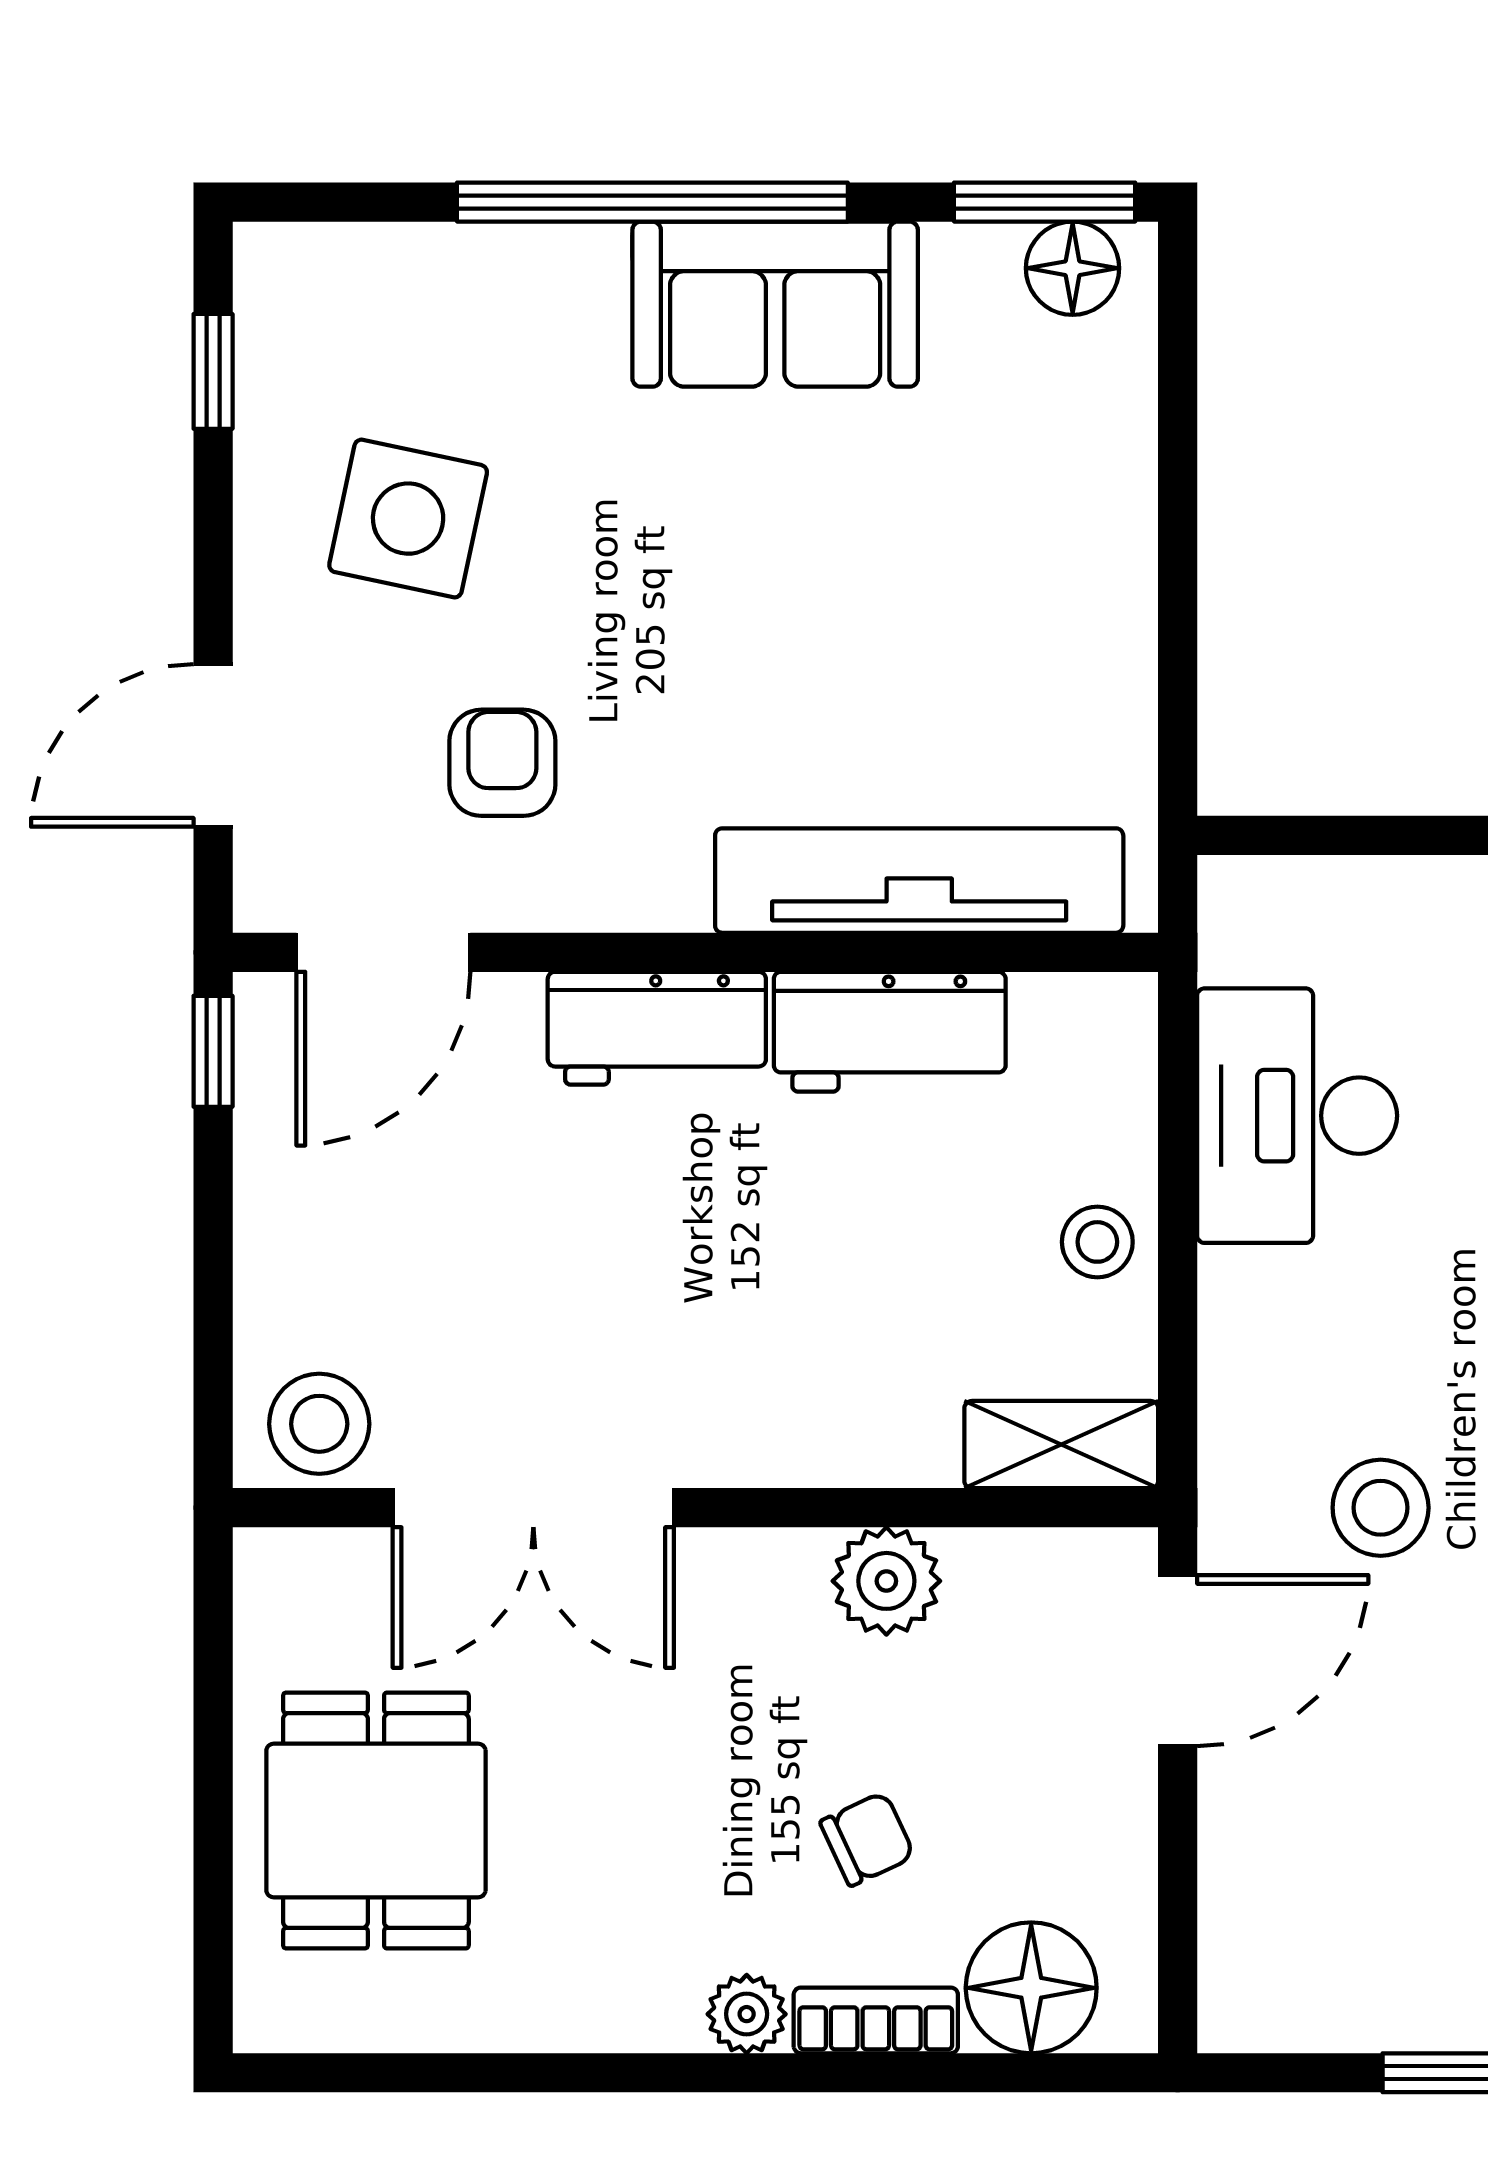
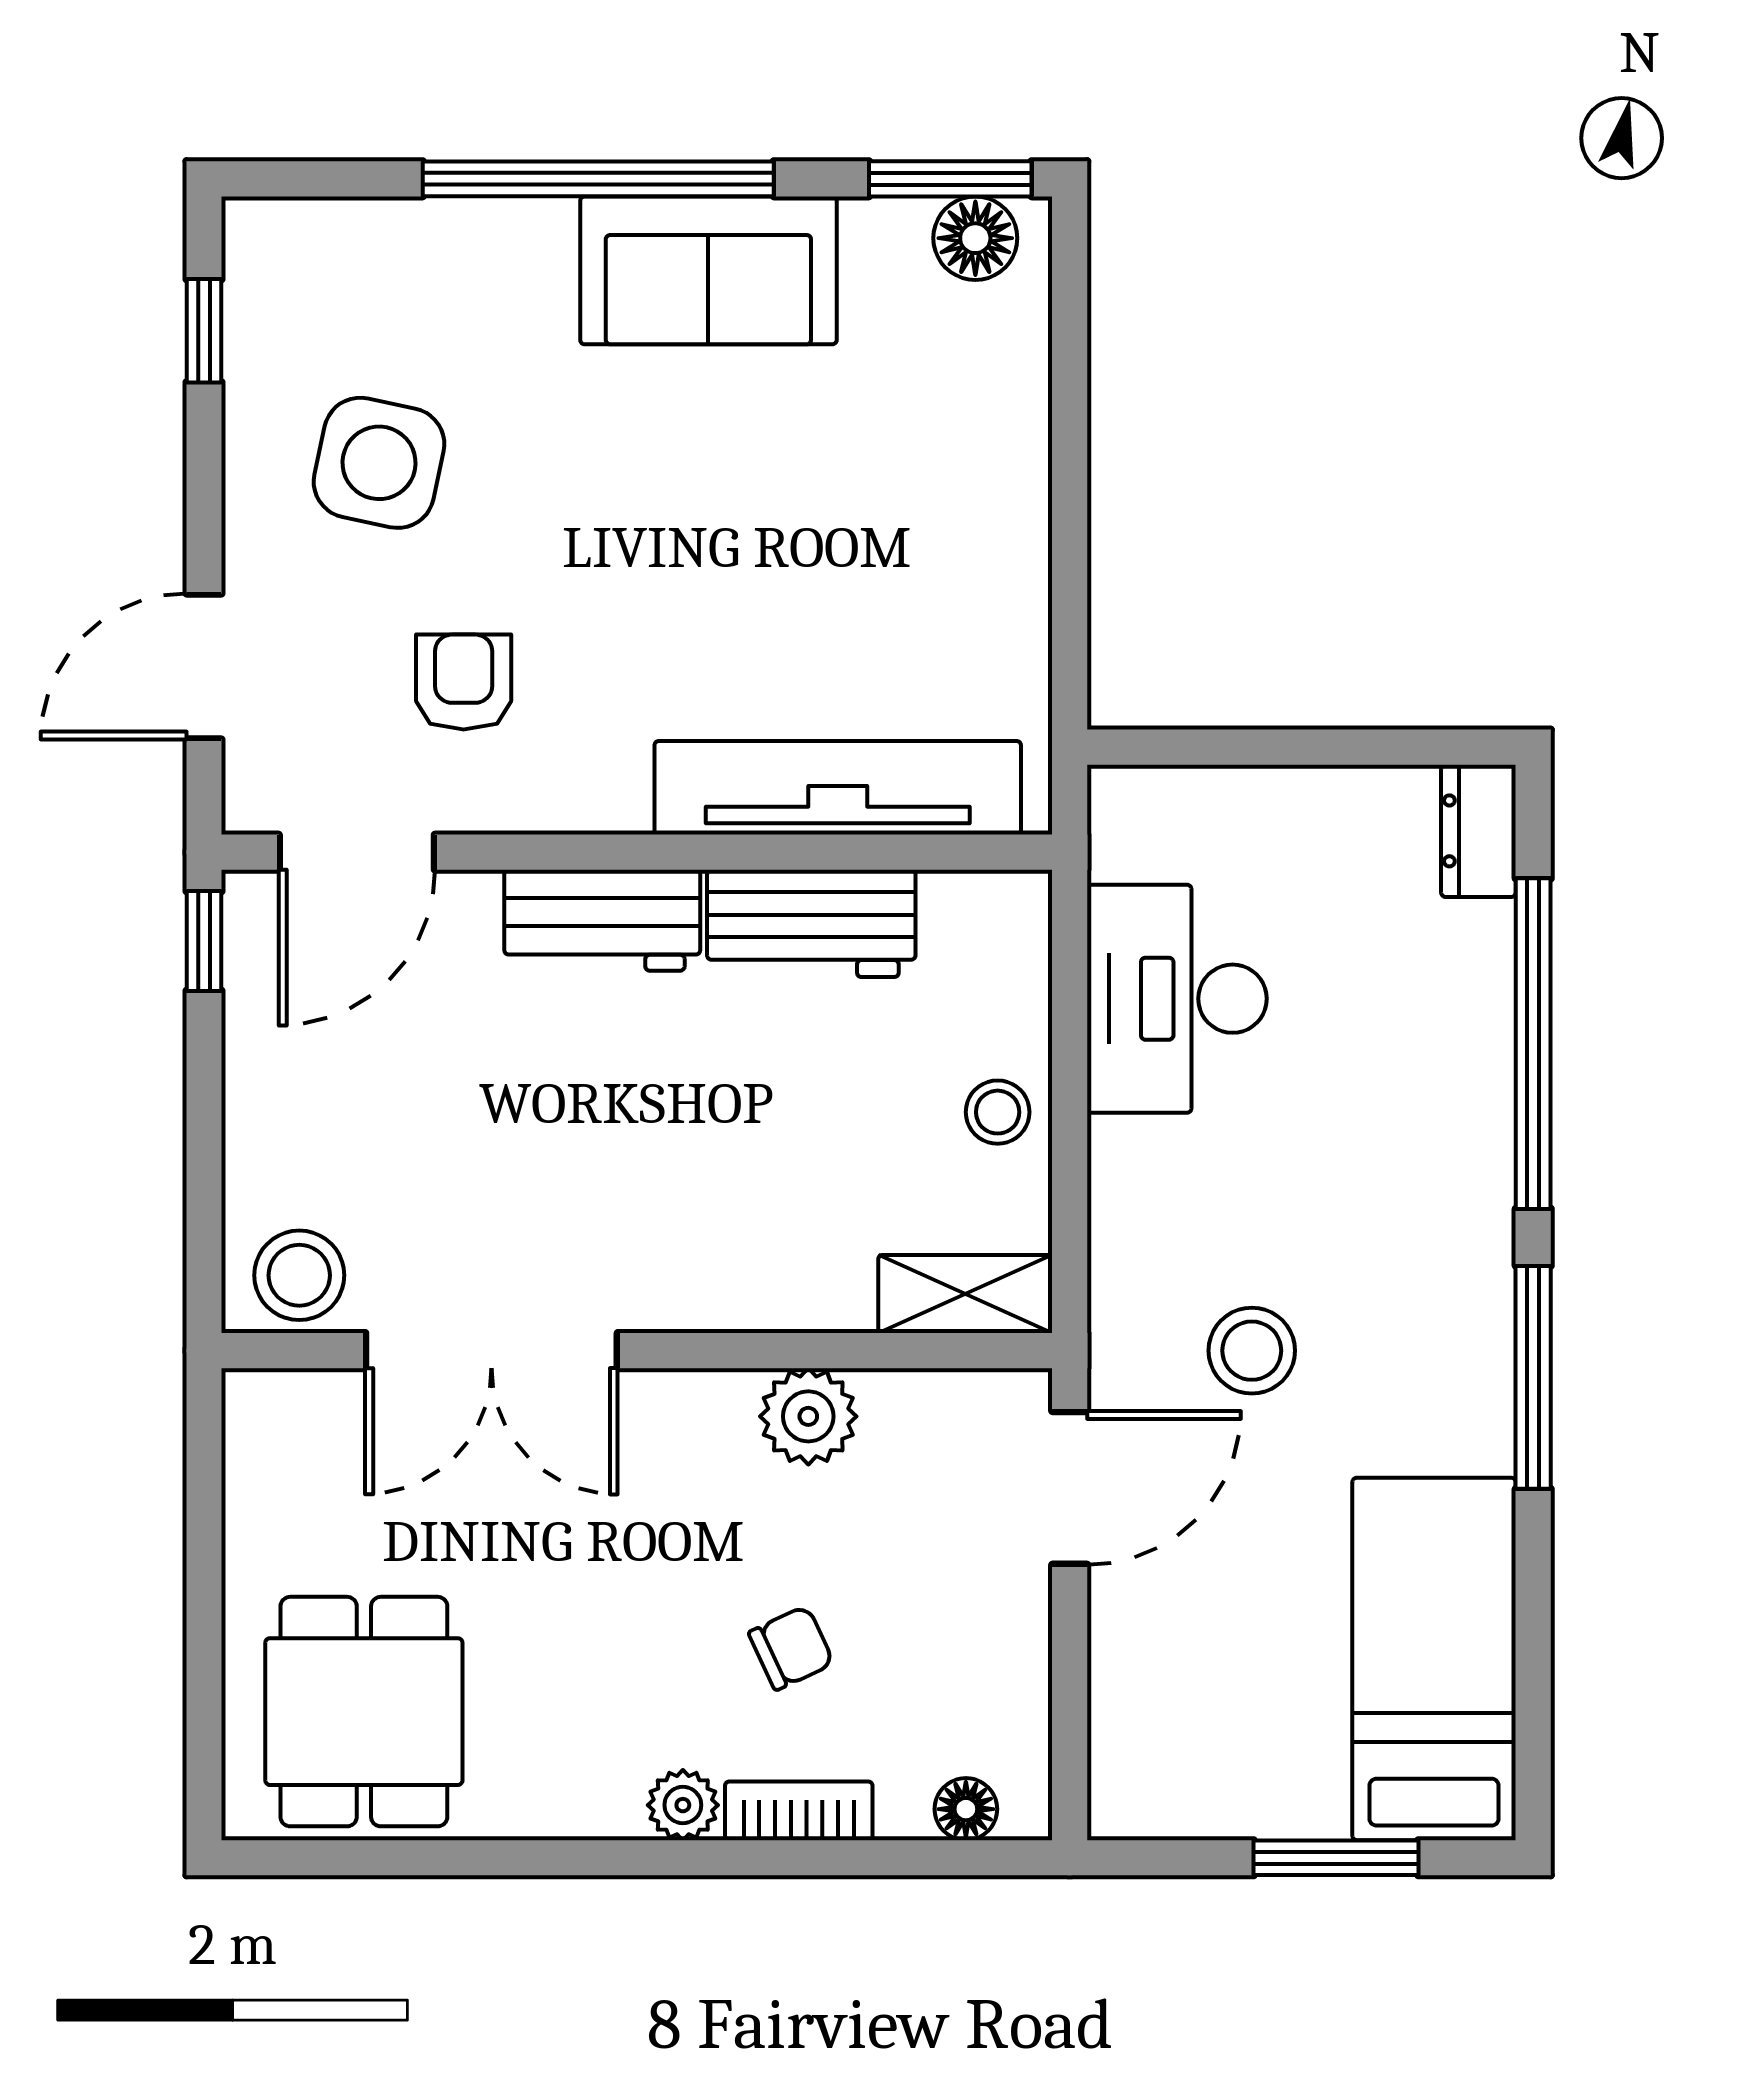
dining table: (376, 1820) -> (364, 1712), moved
floor lamp: (1031, 1988) -> (966, 1809), width x0.53, depth x0.53

